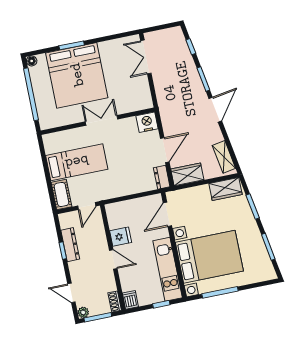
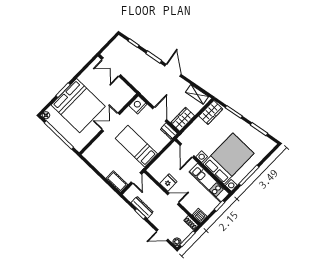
bed: (77, 162) -> (136, 146), moved, turned -90

